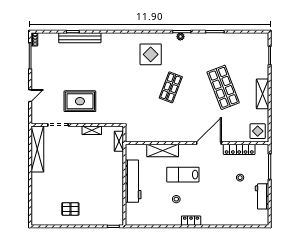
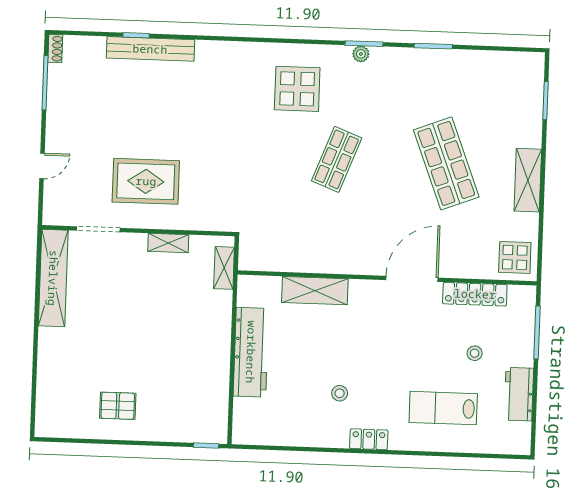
lab bench: (183, 175) -> (443, 408), moved

